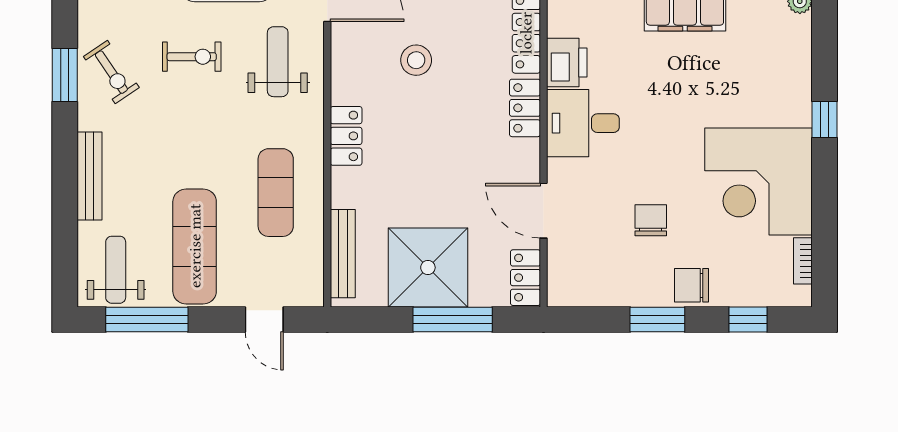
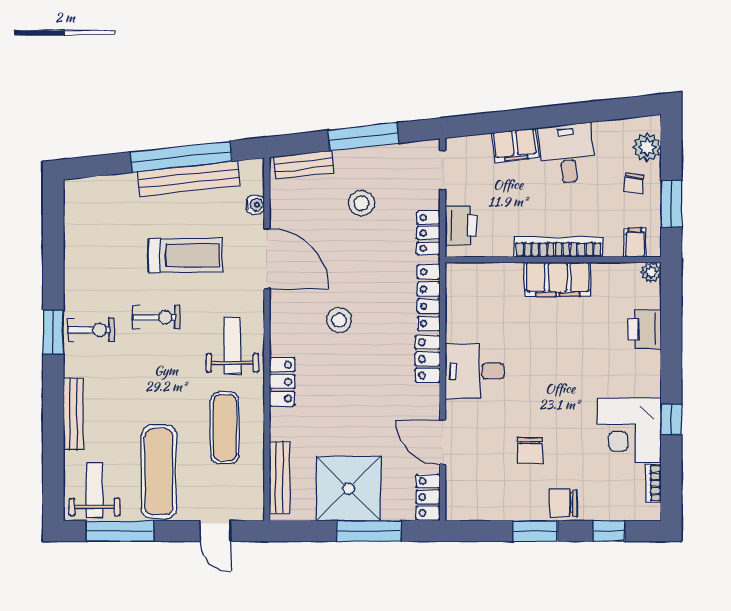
weight bench: (278, 62) -> (232, 346), moved
printer: (567, 63) -> (645, 329), moved, turned 180
exercise bike: (111, 72) -> (91, 330), turned -56
window: (825, 119) -> (671, 419), moved
corner desk: (758, 182) -> (629, 430), width x0.74, depth x0.74
chair: (651, 220) -> (530, 450), turned 180

